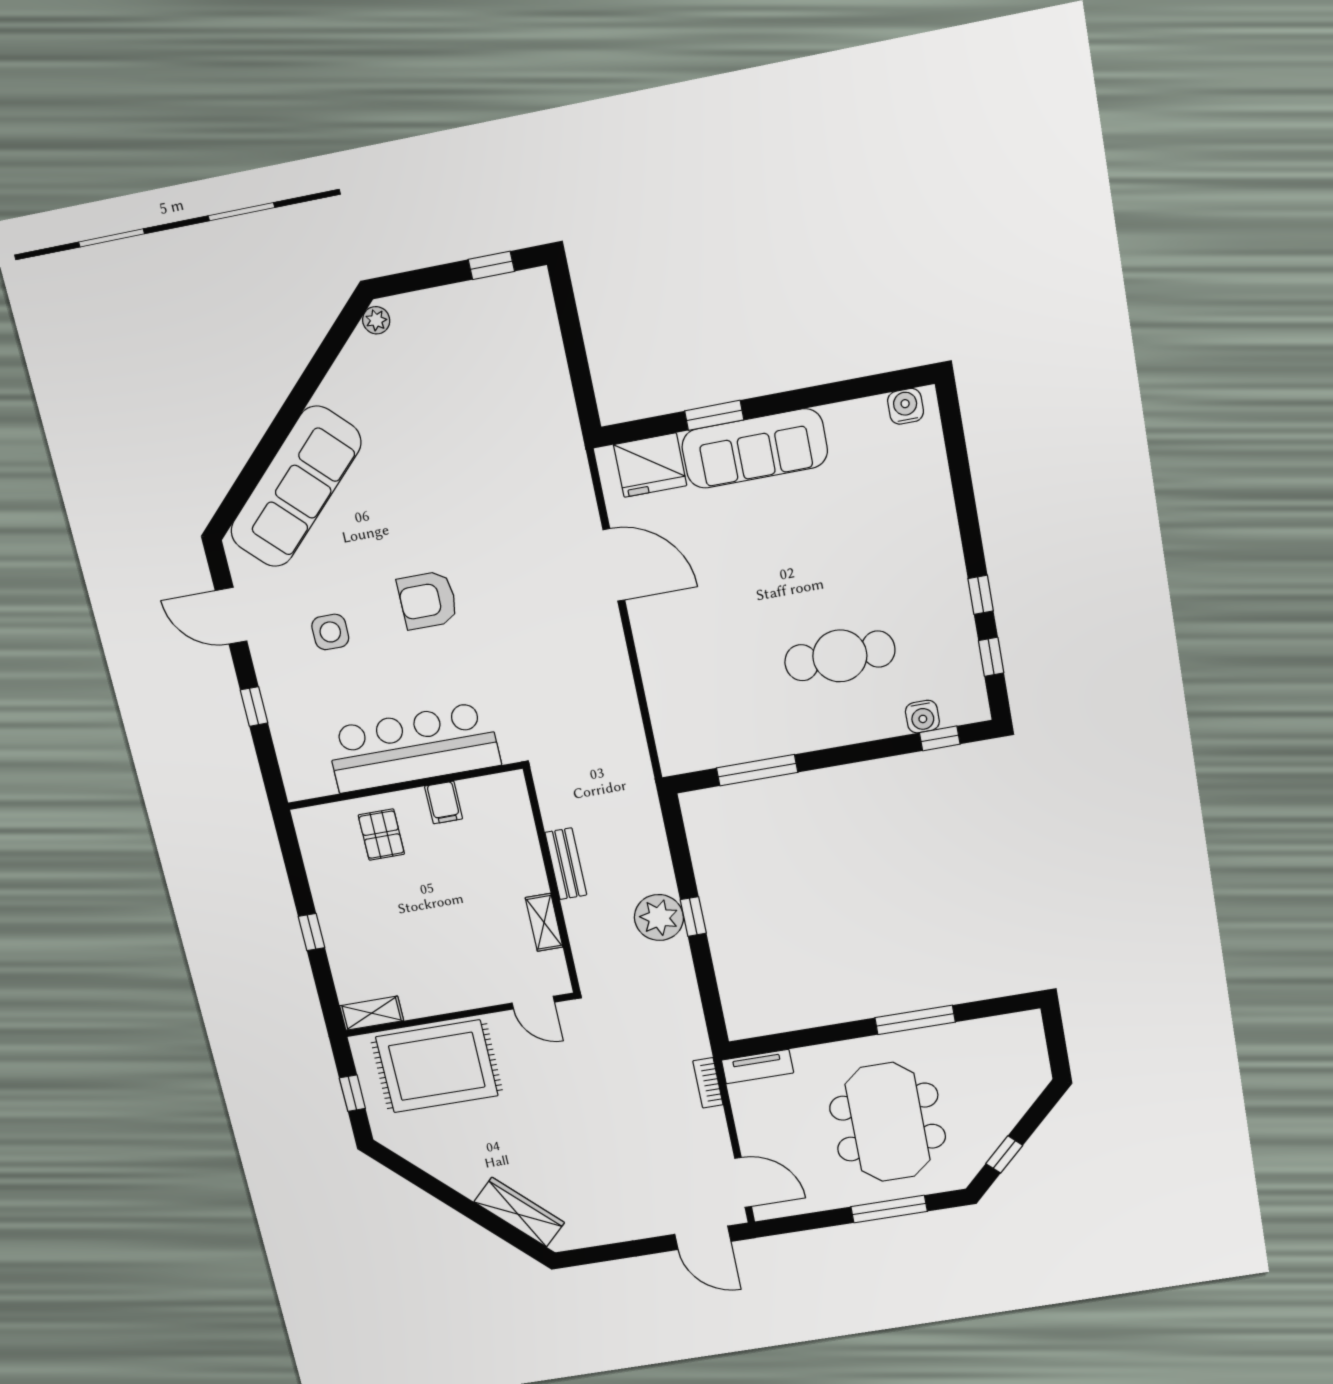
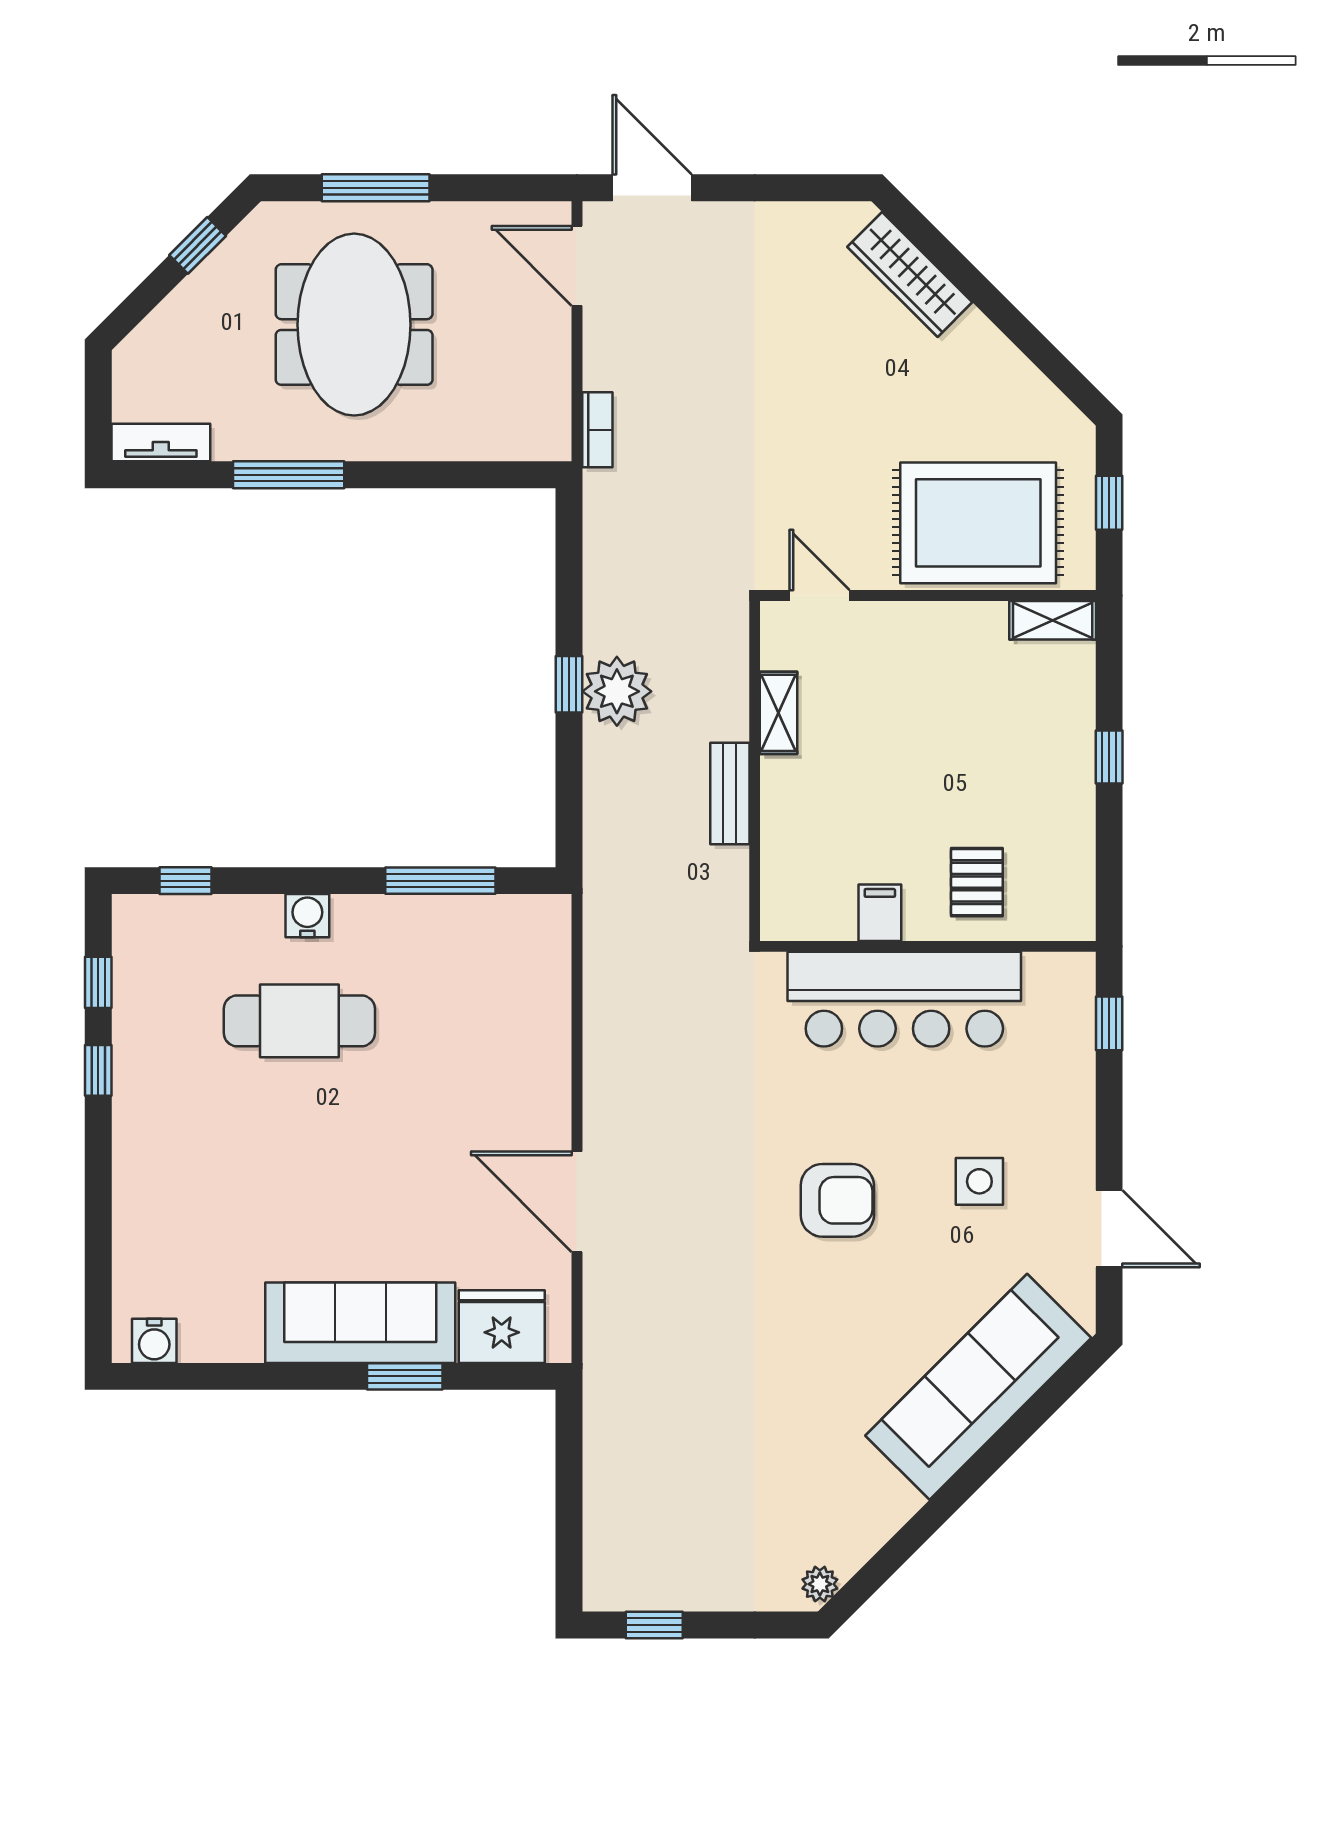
window: (254, 706) -> (1109, 1023), moved
water cooler: (922, 717) -> (307, 916), moved
tv unit: (758, 1067) -> (161, 443), moved

